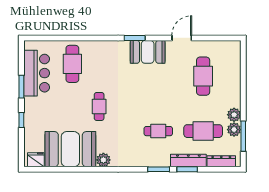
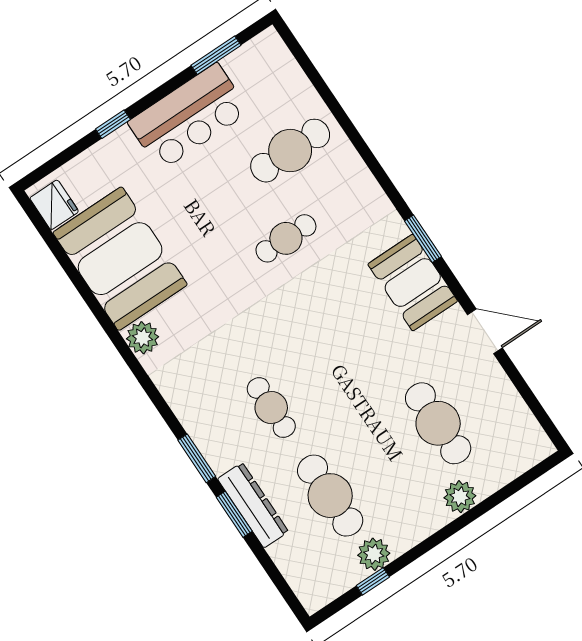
bar counter: (37, 73) -> (189, 117), moved
cafe table: (203, 76) -> (438, 423), turned 90
window: (21, 87) -> (216, 55), moved
cafe table: (99, 106) -> (286, 238), moved
plant: (234, 115) -> (460, 497), moved
window: (243, 136) -> (373, 581), width x0.46
dresser: (221, 161) -> (295, 571), removed

